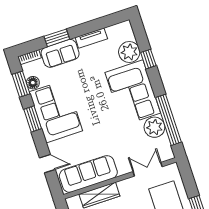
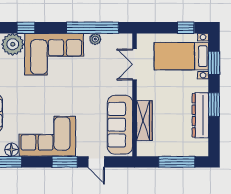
window: (33, 119) -> (65, 162), moved
plant: (154, 127) -> (95, 39), width x0.53, depth x0.53
door: (47, 164) -> (96, 162), swing flipped

